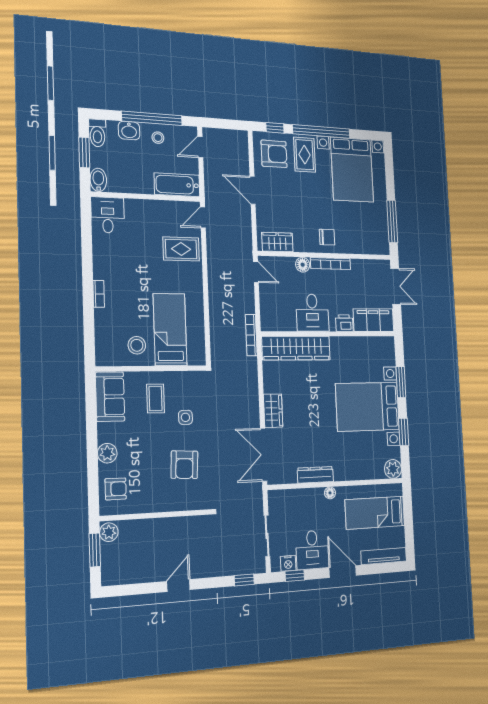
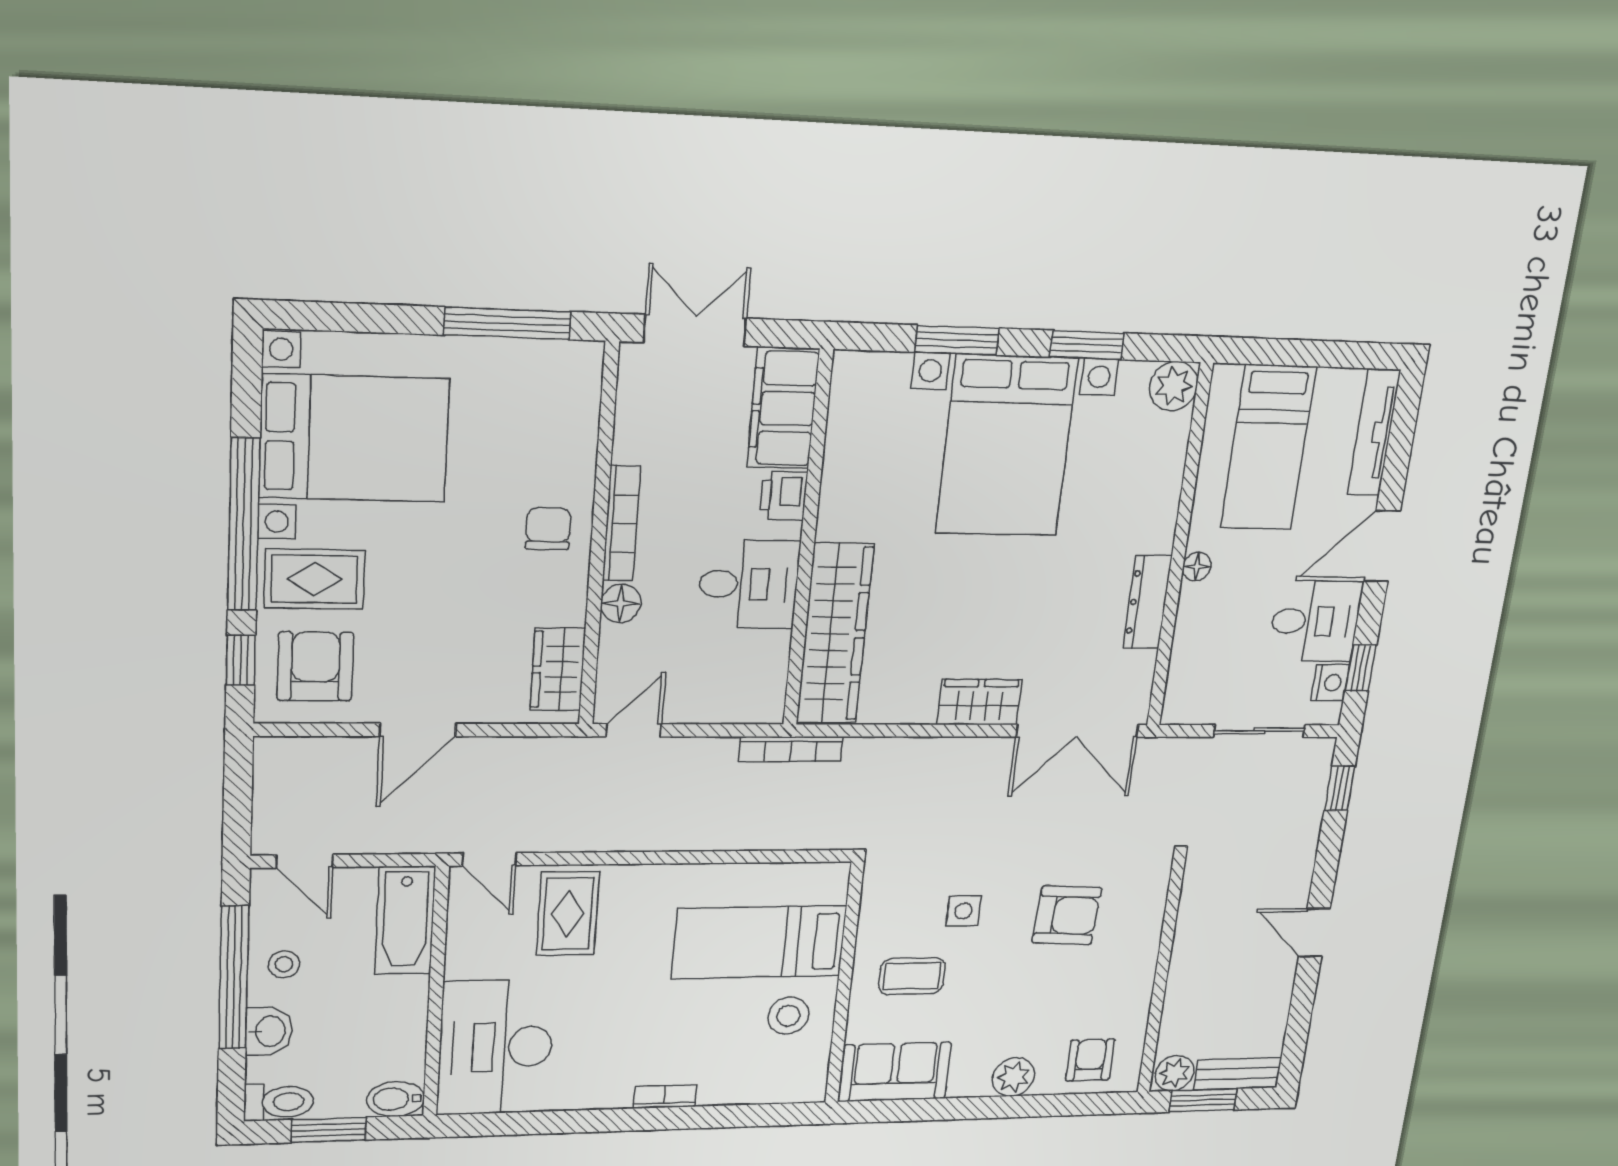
desk: (108, 215) -> (496, 1047), width x1.87, depth x1.30
bench: (108, 564) -> (1238, 1074), added

